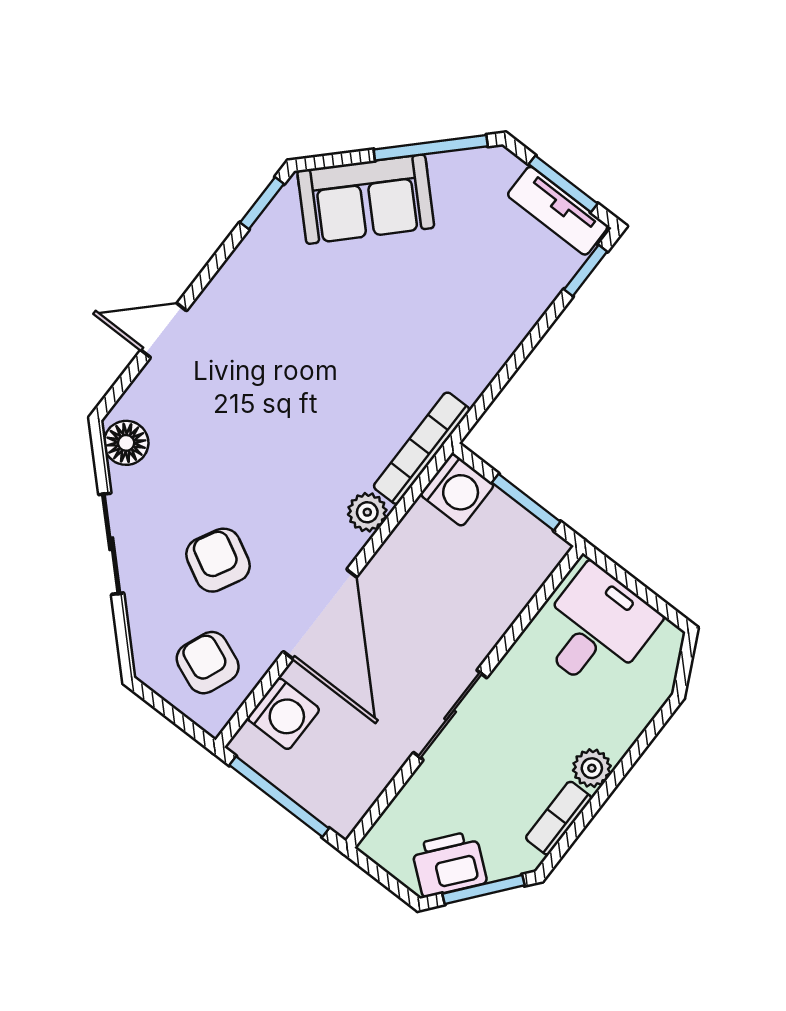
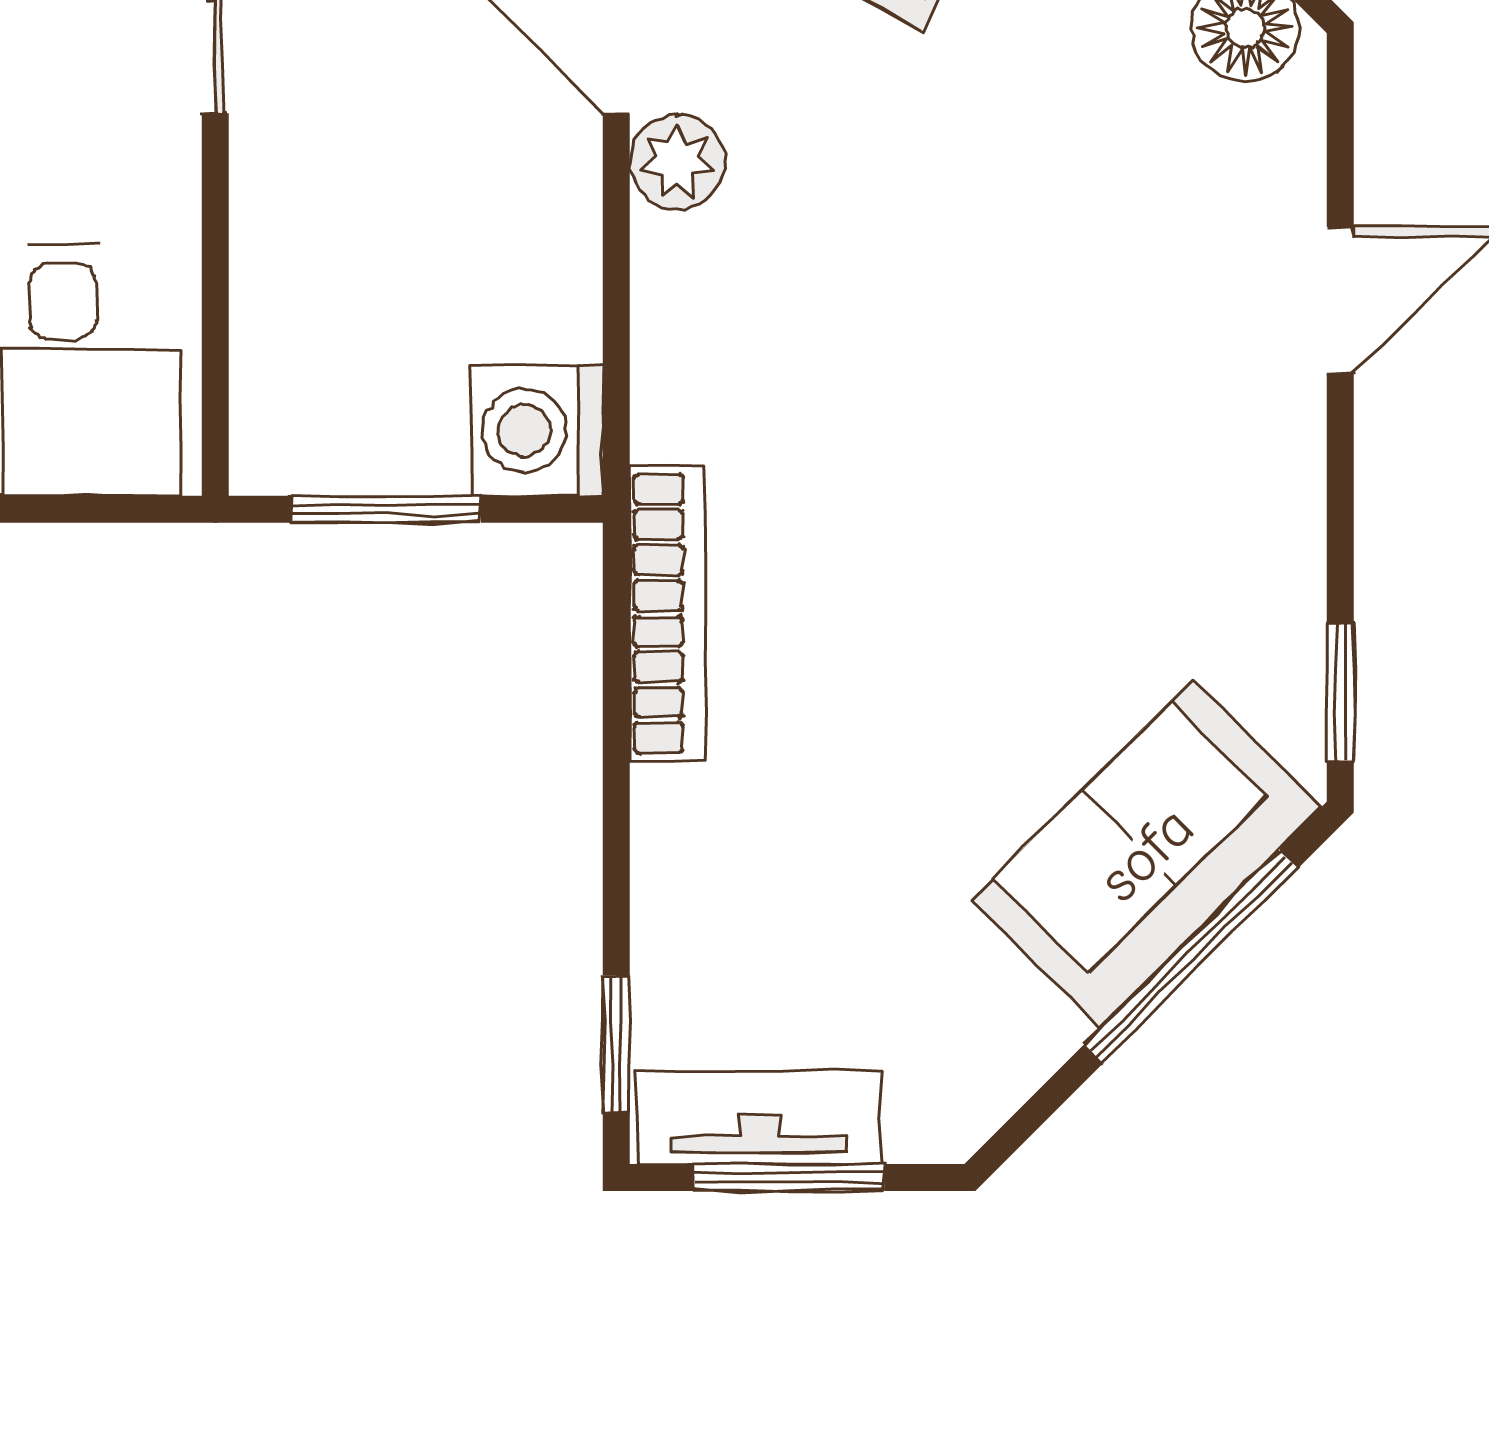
window: (431, 148) -> (1191, 957), moved
bookcase: (422, 448) -> (668, 614), moved
plant: (367, 512) -> (677, 162), moved

